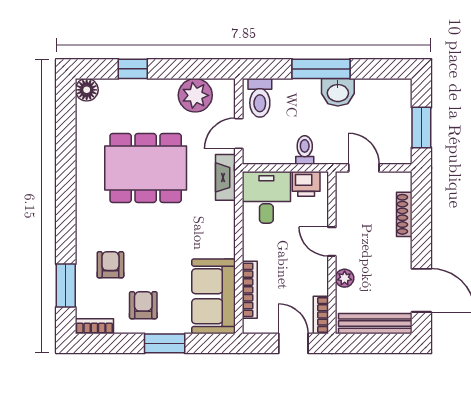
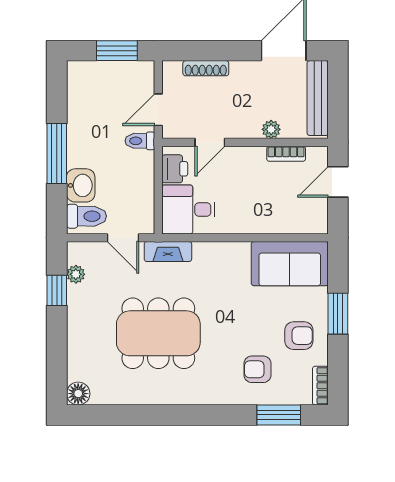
window: (133, 69) -> (57, 290), moved
washbasin: (338, 92) -> (81, 185), moved
plant: (195, 95) -> (76, 274), width x0.53, depth x0.53
toilet: (305, 150) -> (140, 141), moved
dining table: (146, 168) -> (158, 333), turned 90
door: (332, 242) -> (210, 142), moved
bookcase: (250, 290) -> (283, 227), removed
armchair: (143, 305) -> (299, 336), turned 180
bookcase: (321, 315) -> (286, 154), moved

